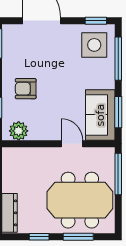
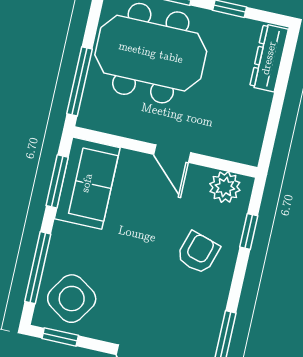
side table: (94, 45) -> (72, 299), turned 33
armchair: (26, 89) -> (198, 253), turned -73
door: (72, 144) -> (172, 154), moved

